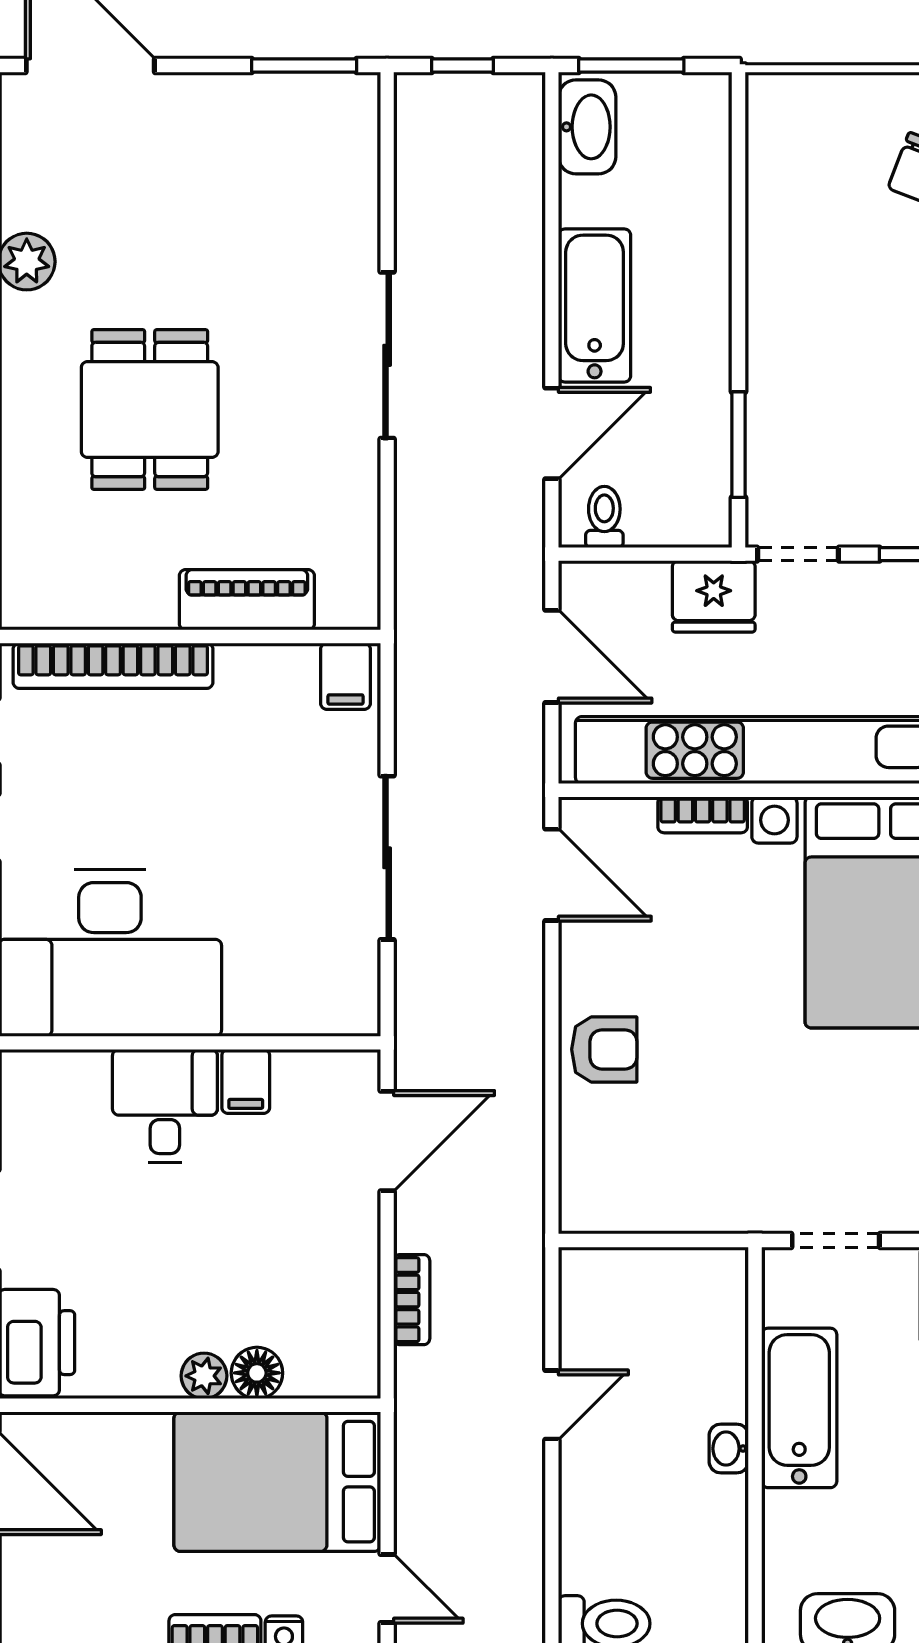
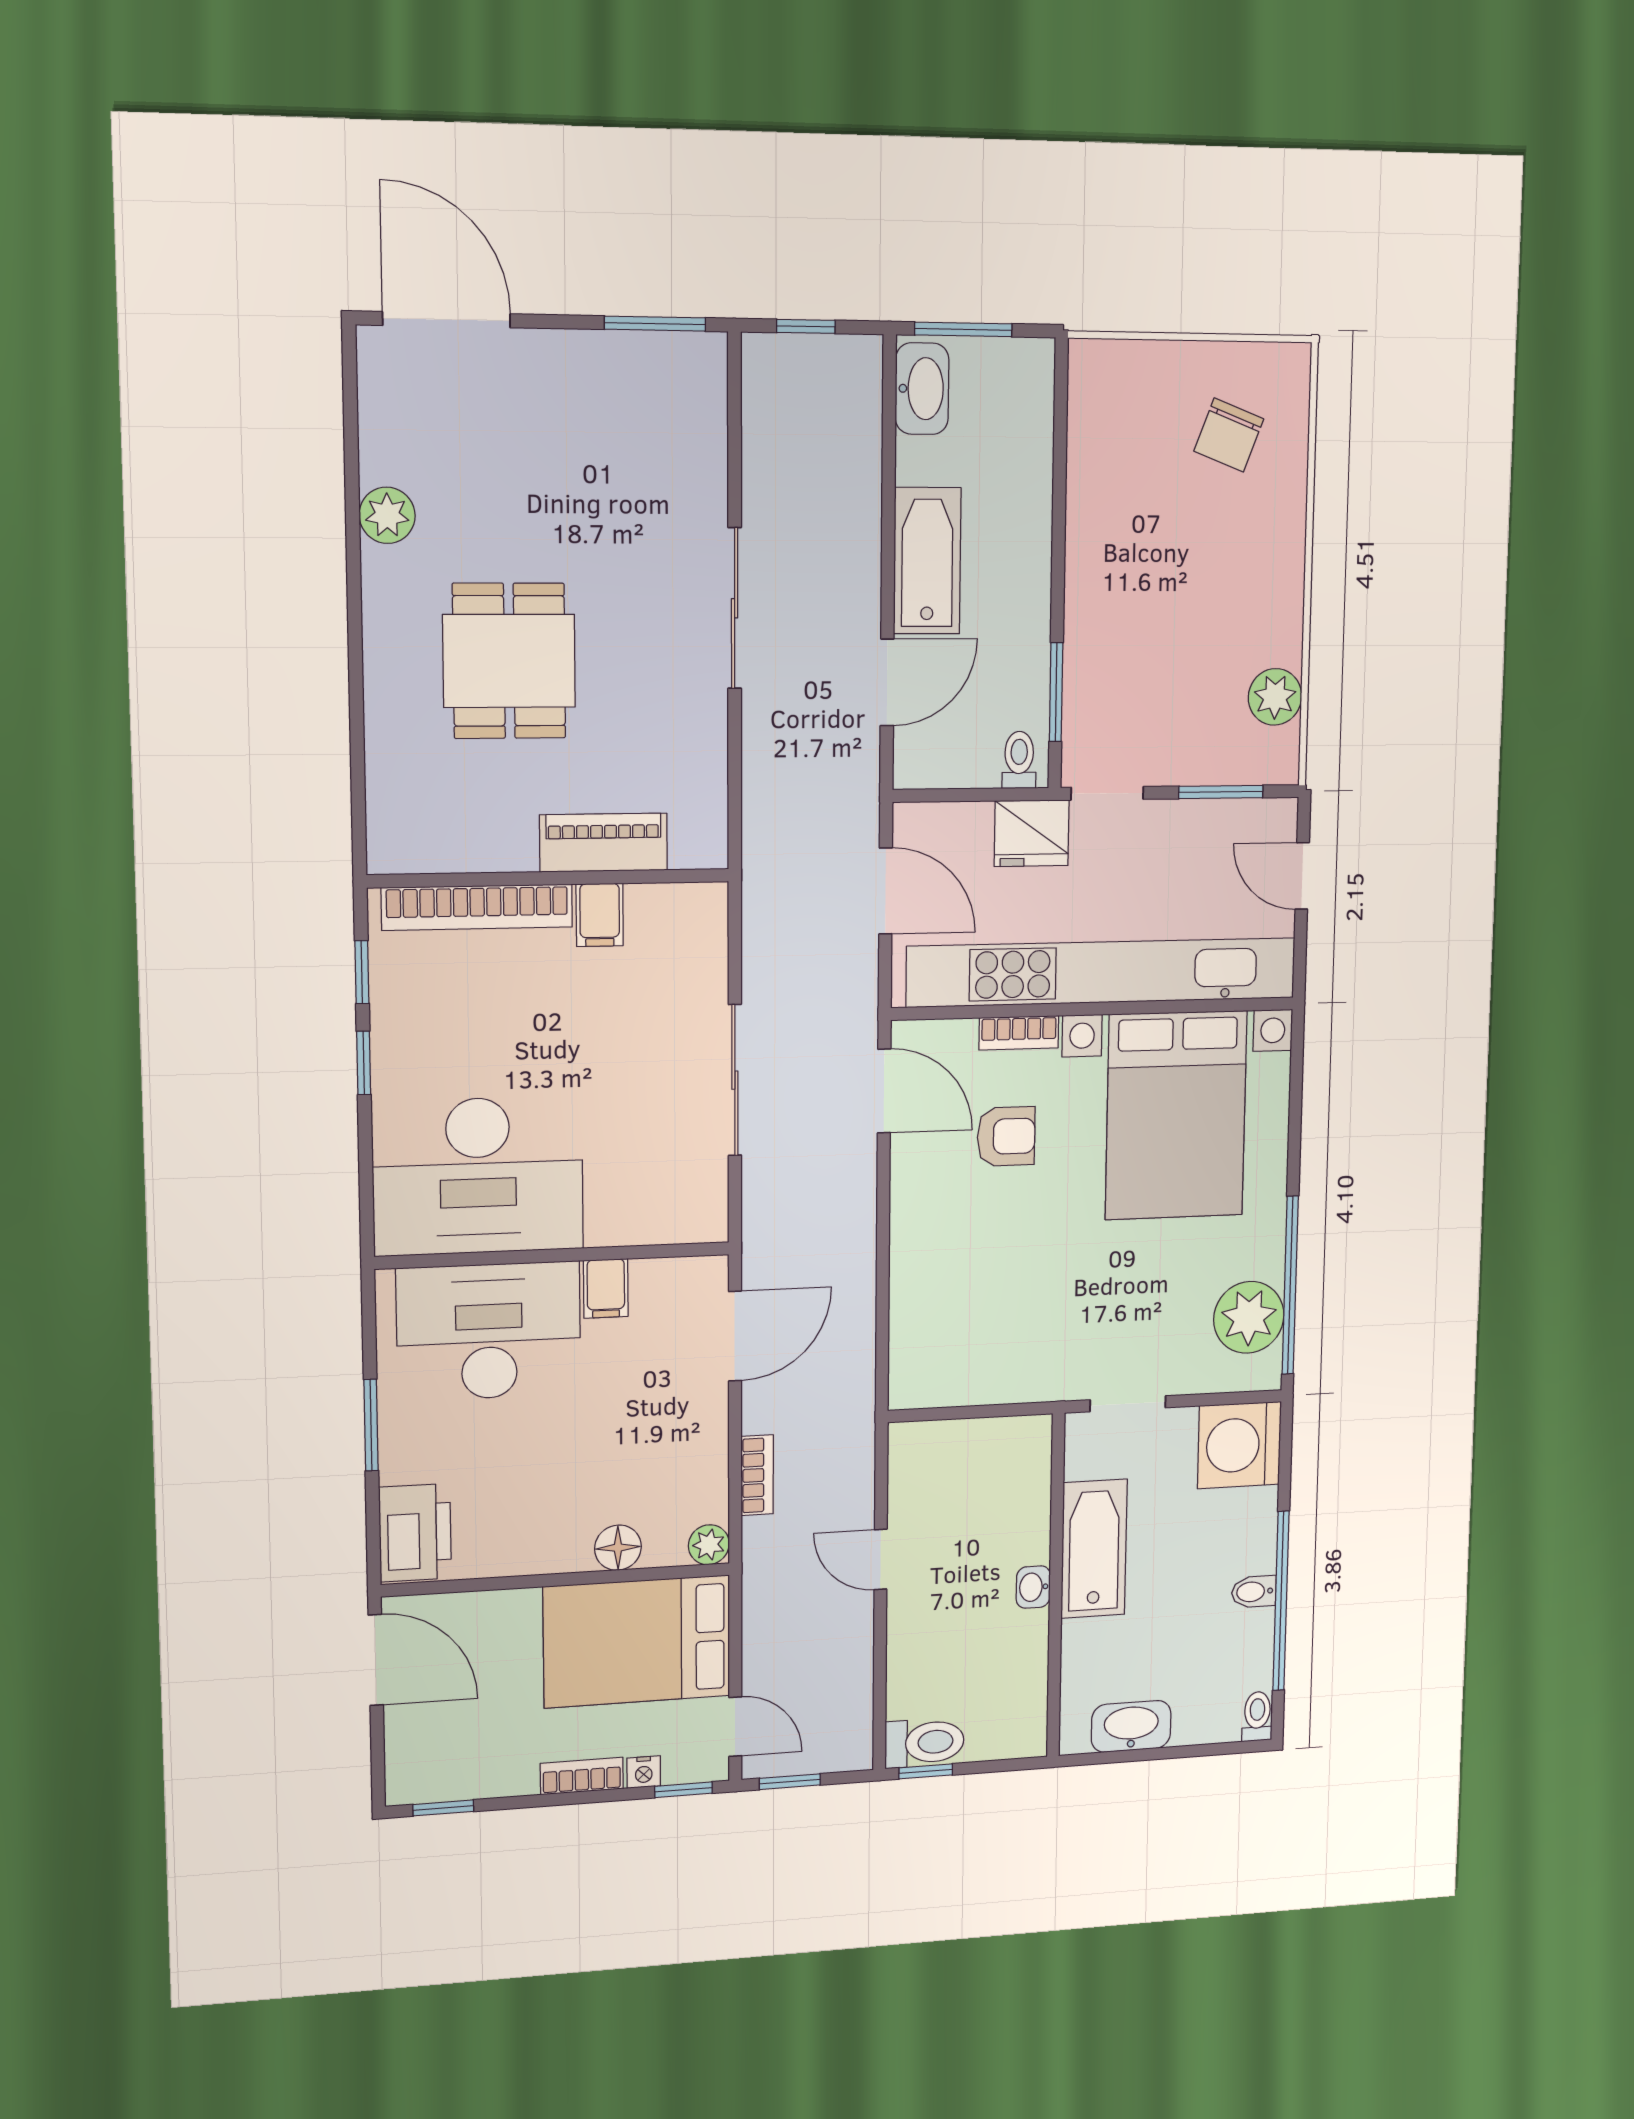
toilet: (604, 517) -> (1019, 760), moved
filing cabinet: (345, 676) -> (600, 915), moved
armchair: (604, 1049) -> (1006, 1136), moved
desk: (165, 1106) -> (489, 1331), width x1.87, depth x1.30
plant: (204, 1376) -> (709, 1545), moved
door: (552, 1405) -> (881, 1559), swing flipped

